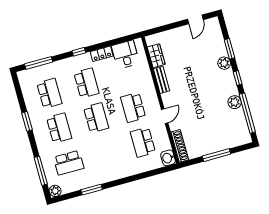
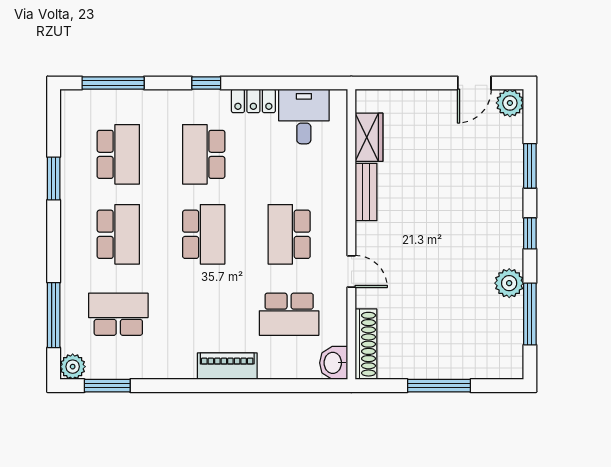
plant: (224, 63) -> (510, 103), moved
school desk: (86, 83) -> (204, 154), turned 180
window: (247, 113) -> (530, 314), width x0.68
door: (165, 116) -> (351, 271), hinge flipped
window: (27, 121) -> (54, 178), moved
school desk: (143, 142) -> (289, 314), turned -90
school desk: (69, 163) -> (118, 314), turned 180
piano: (122, 172) -> (227, 366), added
window: (92, 190) -> (107, 386), moved

